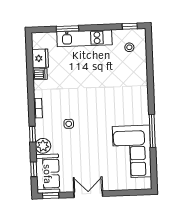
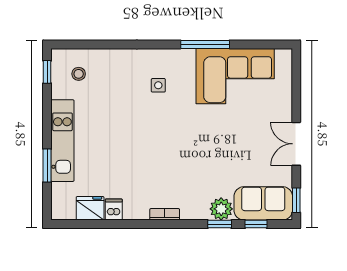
side table: (69, 124) -> (158, 85), moved
window: (32, 134) -> (220, 224), moved

